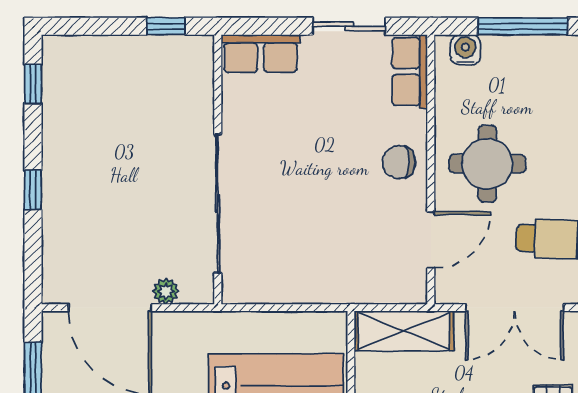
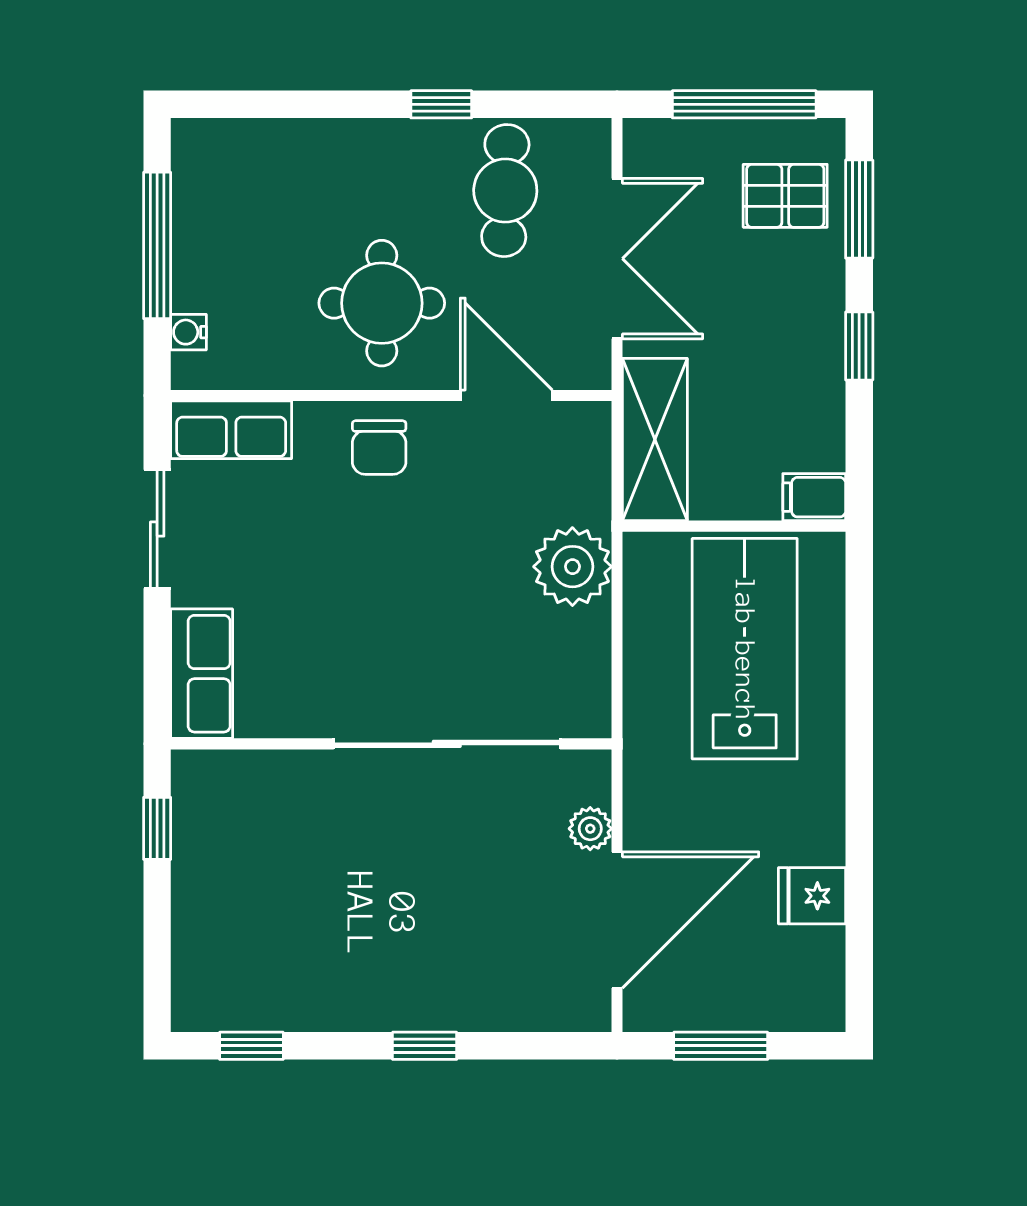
water cooler: (465, 50) -> (189, 332), width x0.72, depth x0.72
plant: (326, 280) -> (572, 567), added

